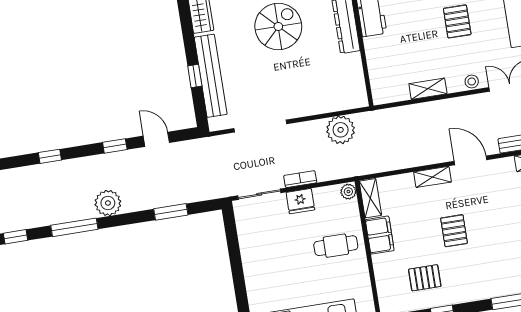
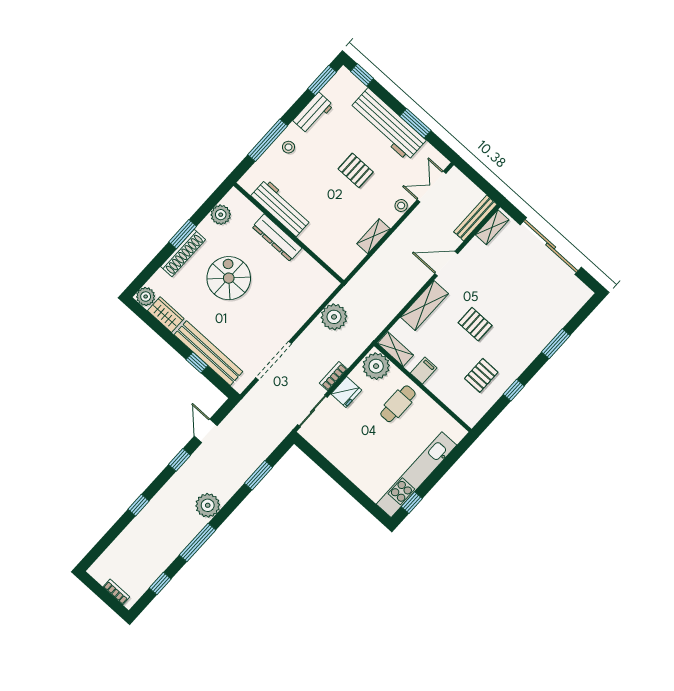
door: (156, 139) -> (206, 431), hinge flipped
shelving: (432, 177) -> (424, 305), width x1.50, depth x1.33
plant: (348, 192) -> (376, 366), width x1.88, depth x1.88
filing cabinet: (380, 235) -> (424, 371), width x0.50

